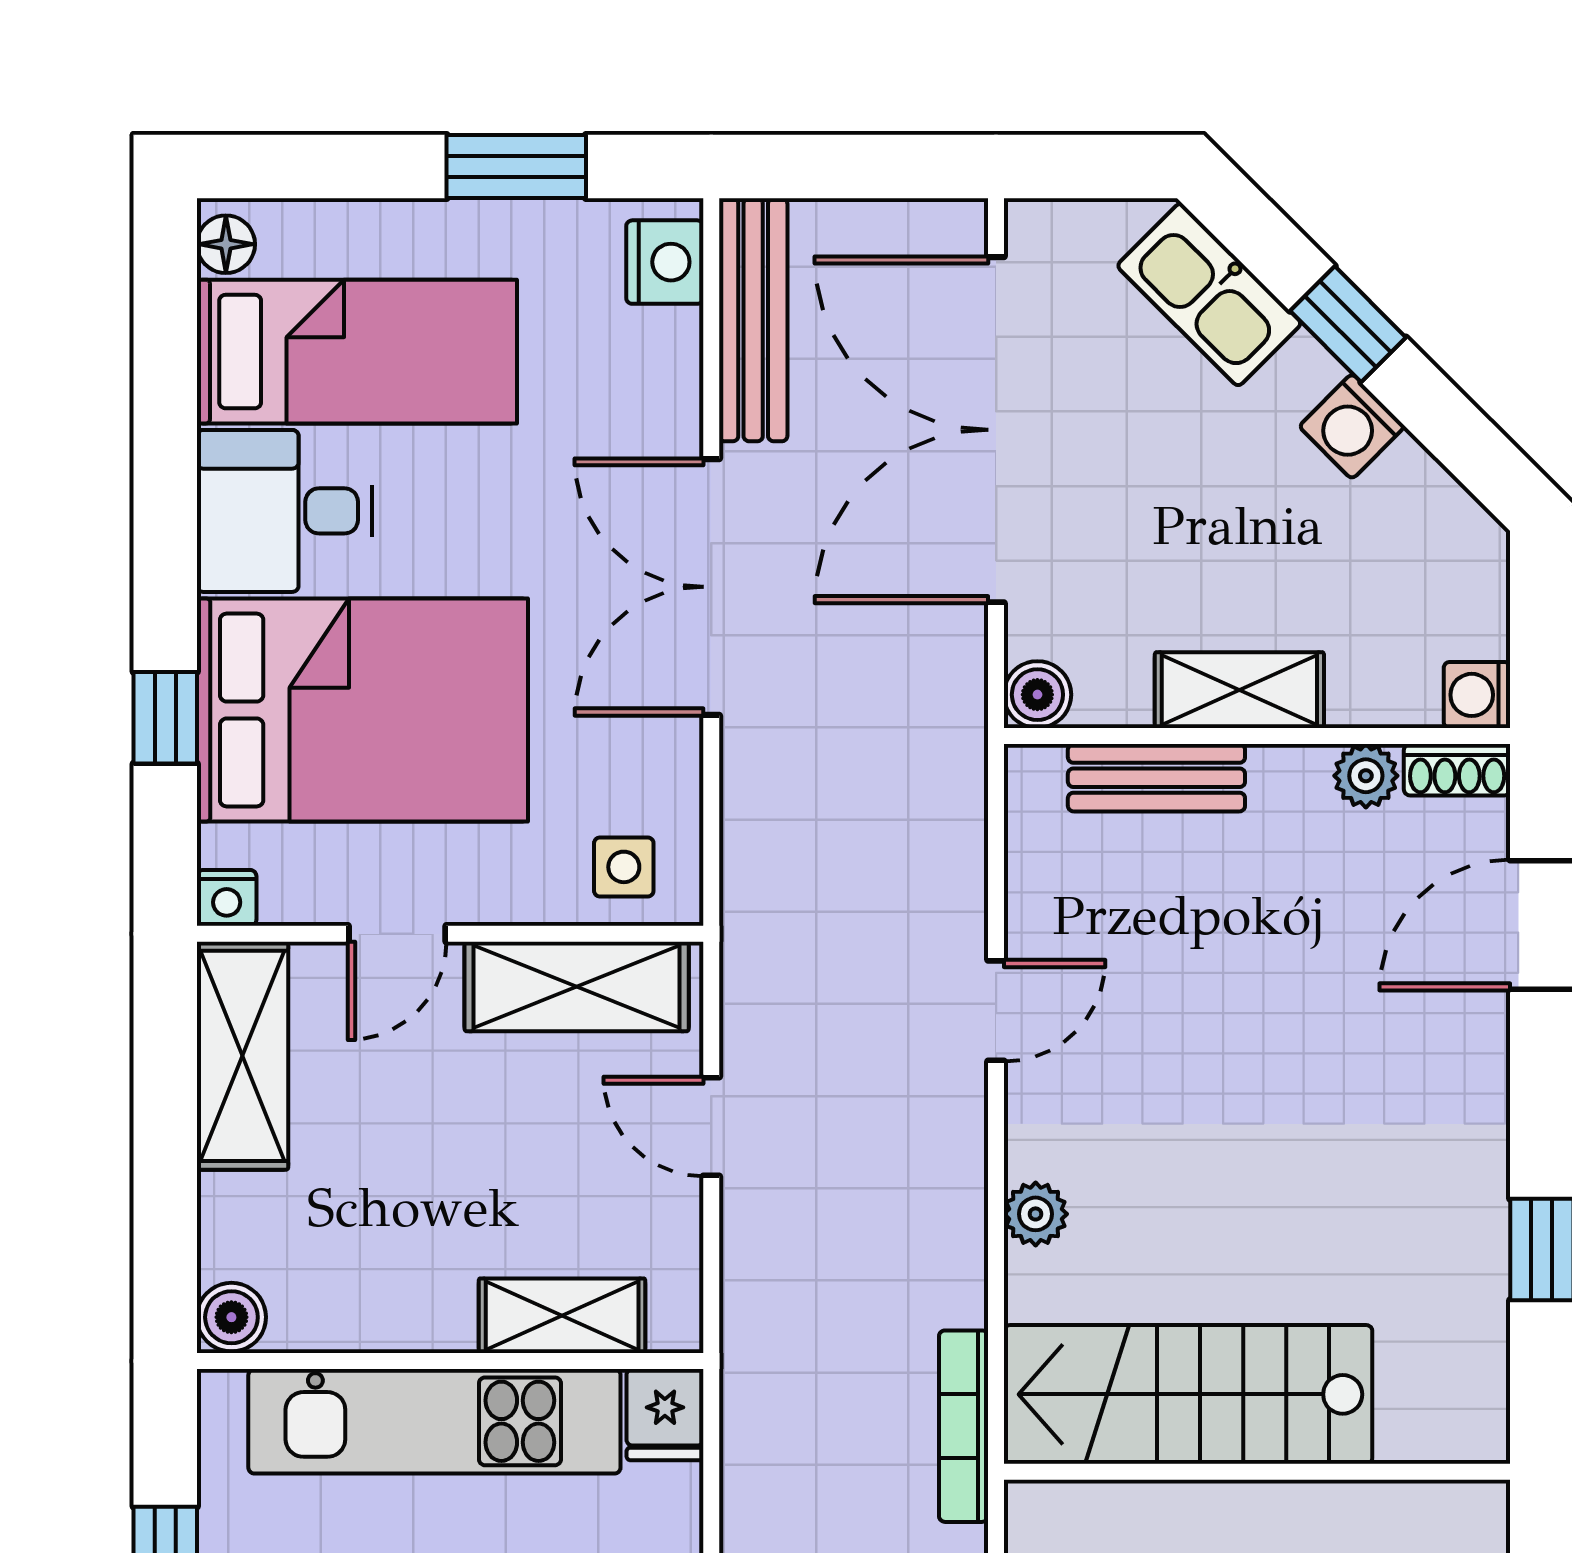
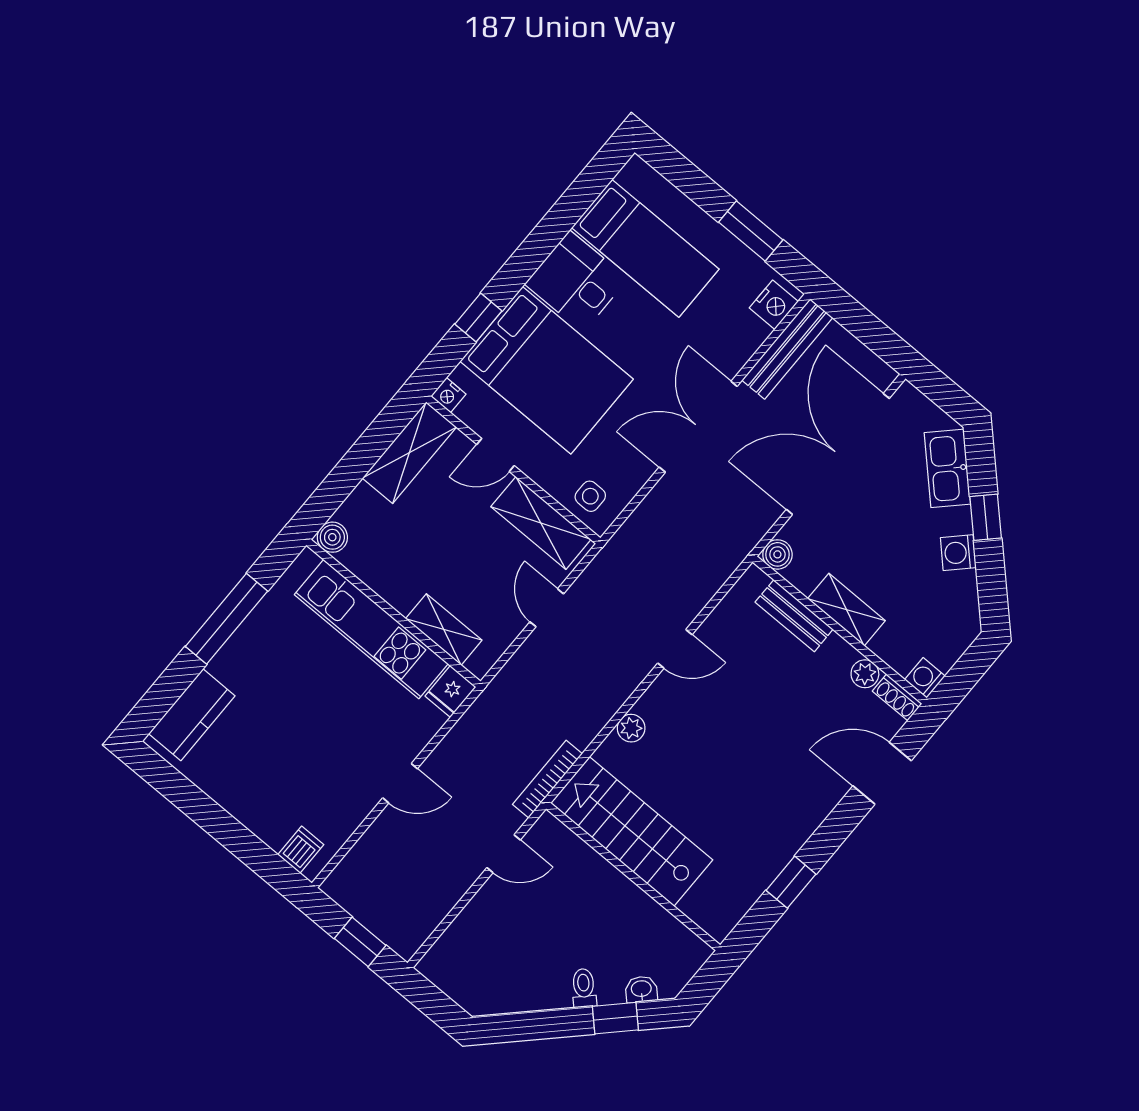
floor lamp: (226, 244) -> (632, 176), removed

